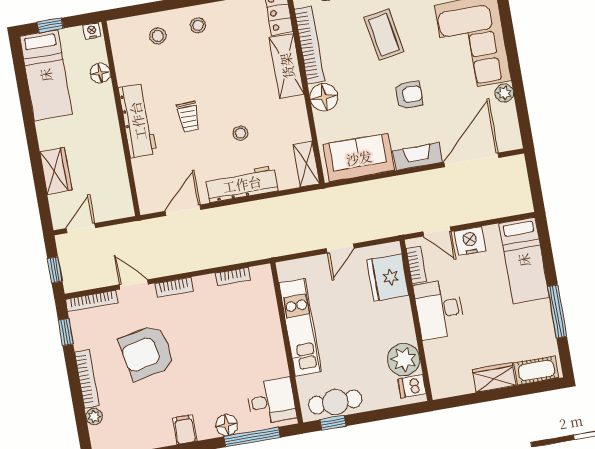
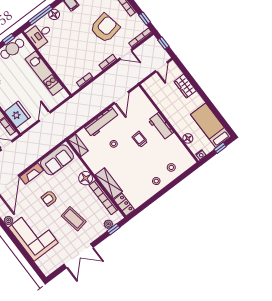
workbench: (138, 121) -> (161, 126), width x0.73

